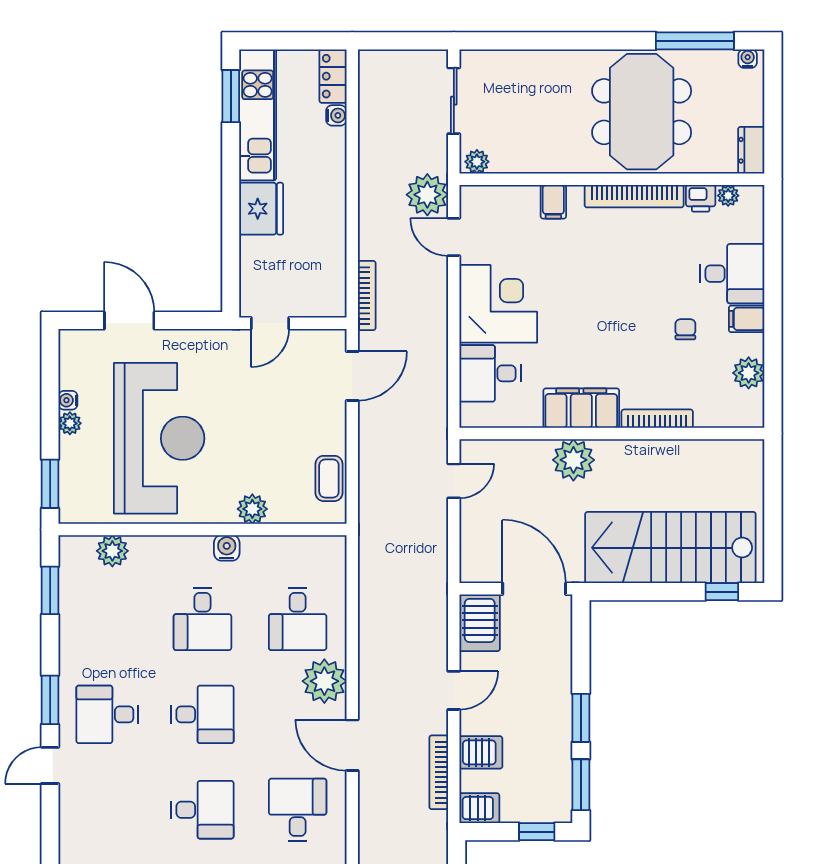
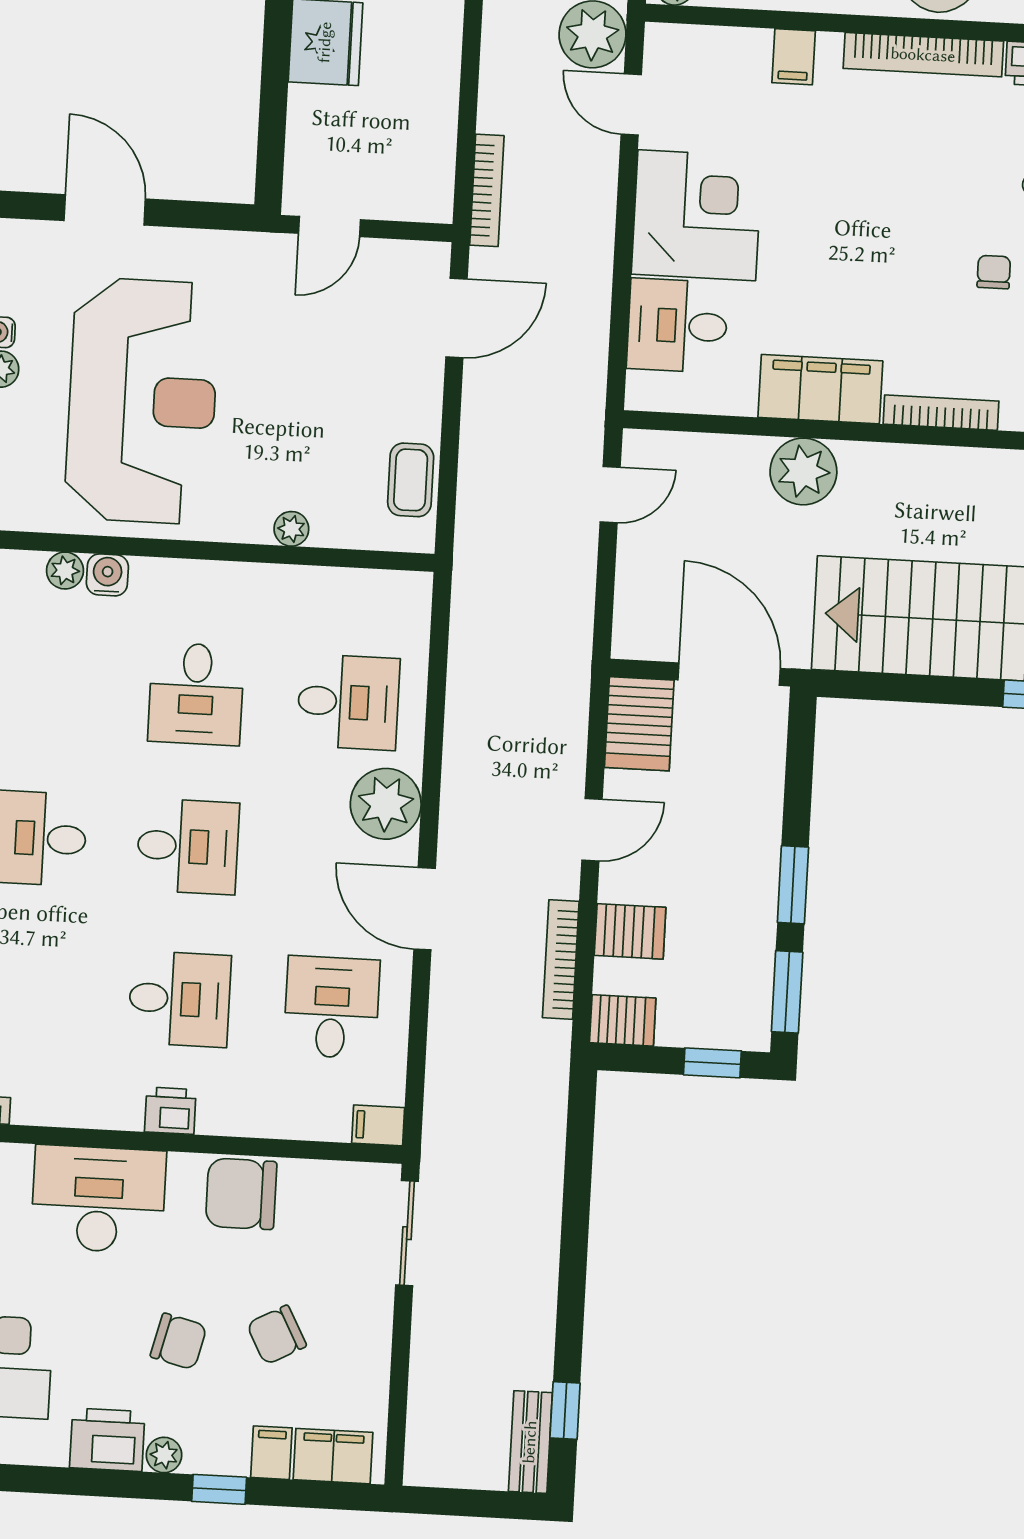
plant: (252, 509) -> (291, 529), width x0.73, depth x0.73
water cooler: (227, 548) -> (107, 575), moved
plant: (112, 551) -> (65, 571), width x0.73, depth x0.73
desk: (298, 619) -> (348, 702), turned -90

